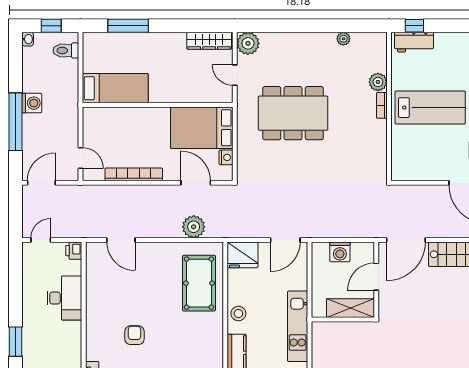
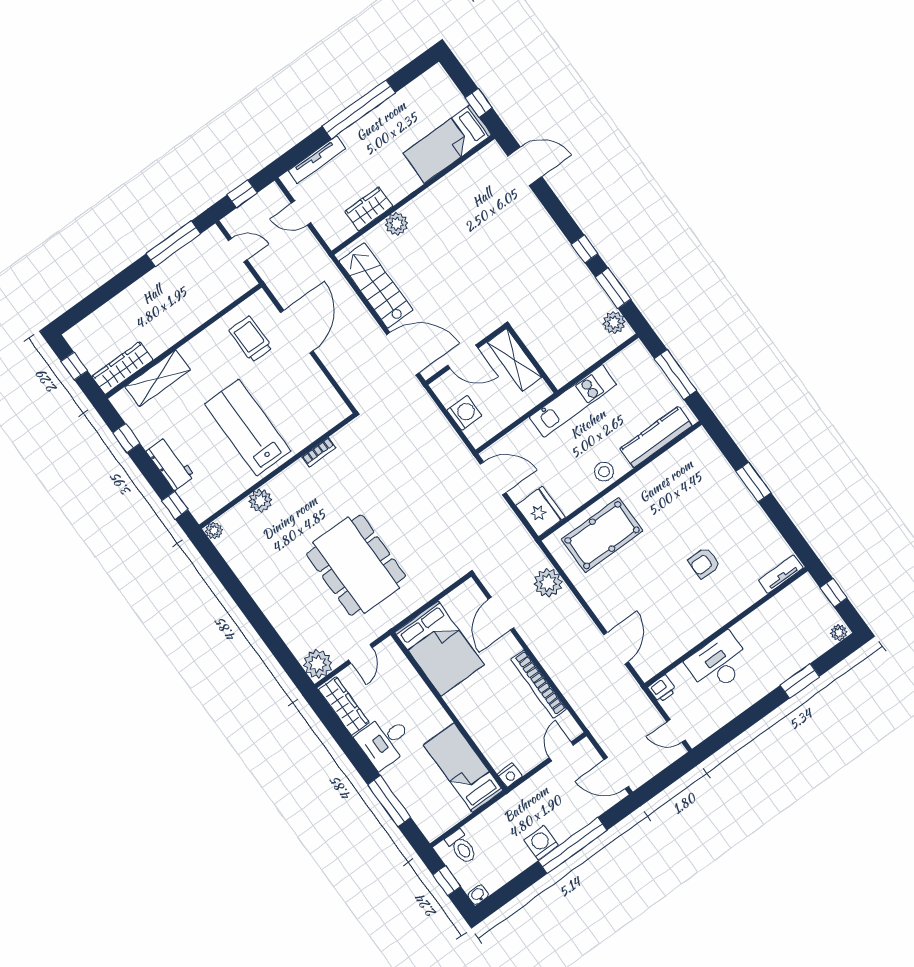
plant: (343, 39) -> (214, 531), moved
workbench: (414, 42) -> (170, 464), moved
desk: (168, 51) -> (385, 741), added
bookcase: (382, 105) -> (319, 452), moved
nightstand: (226, 157) -> (510, 775), moved, turned 180

